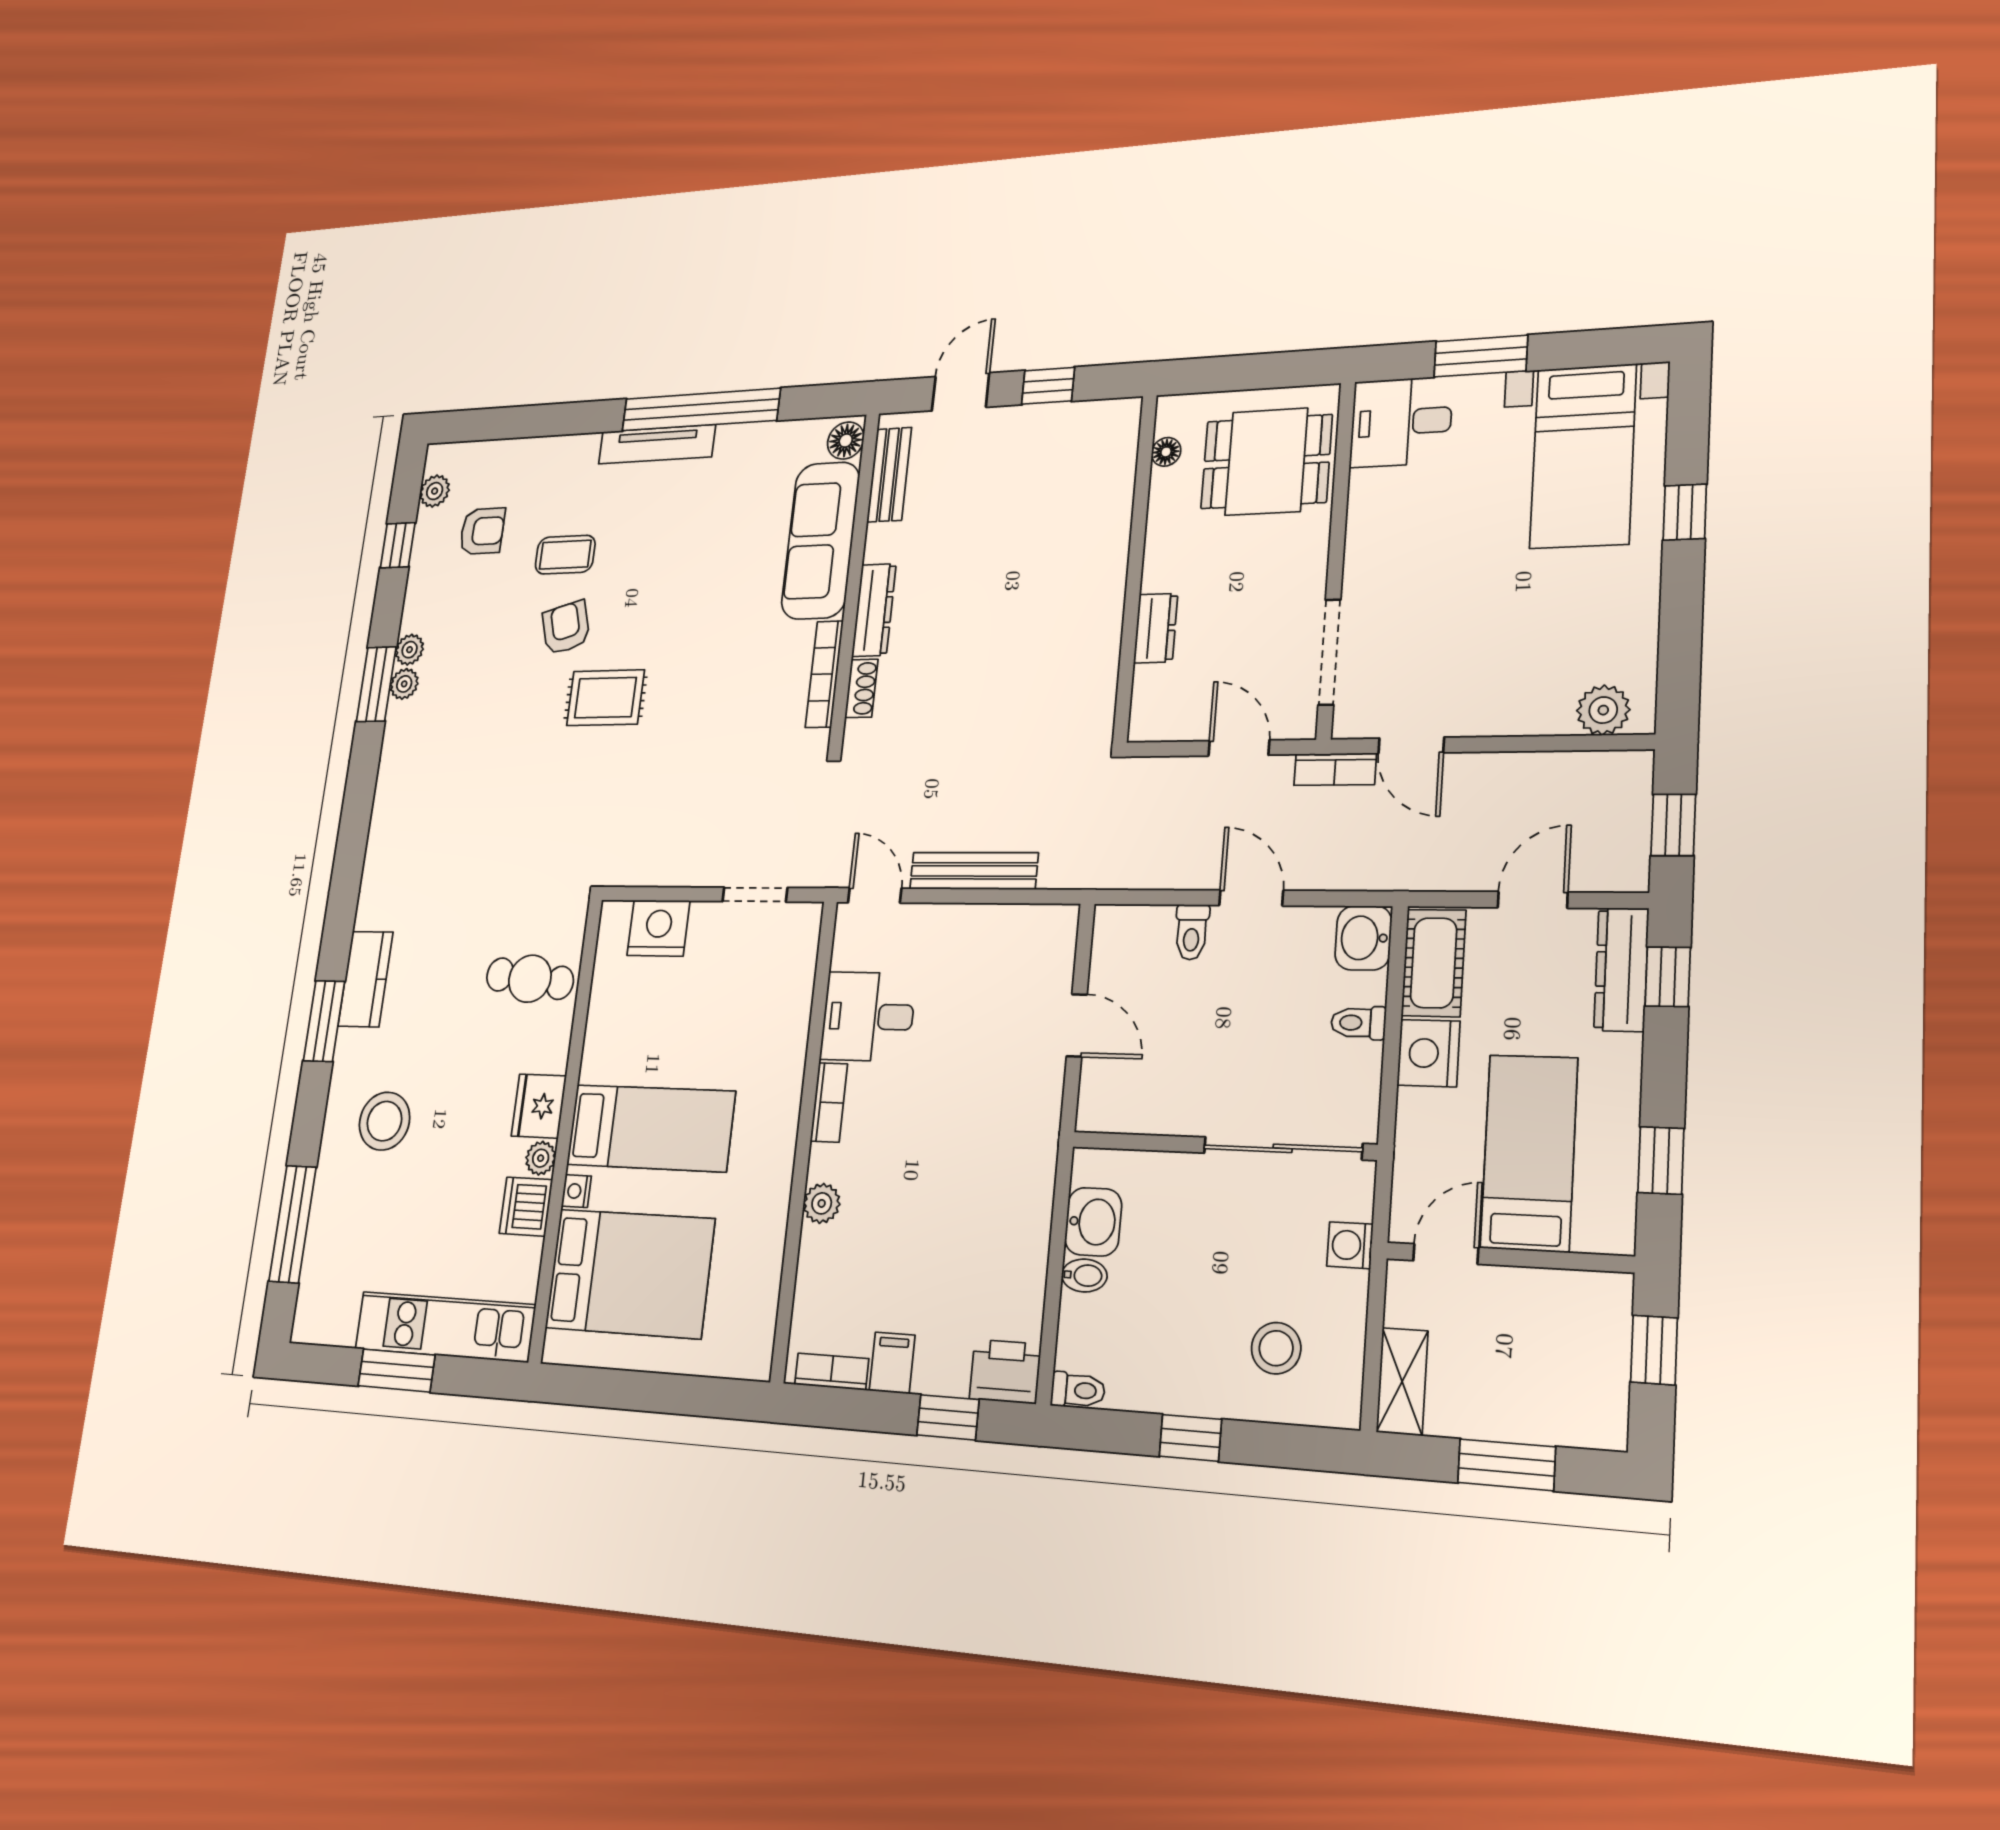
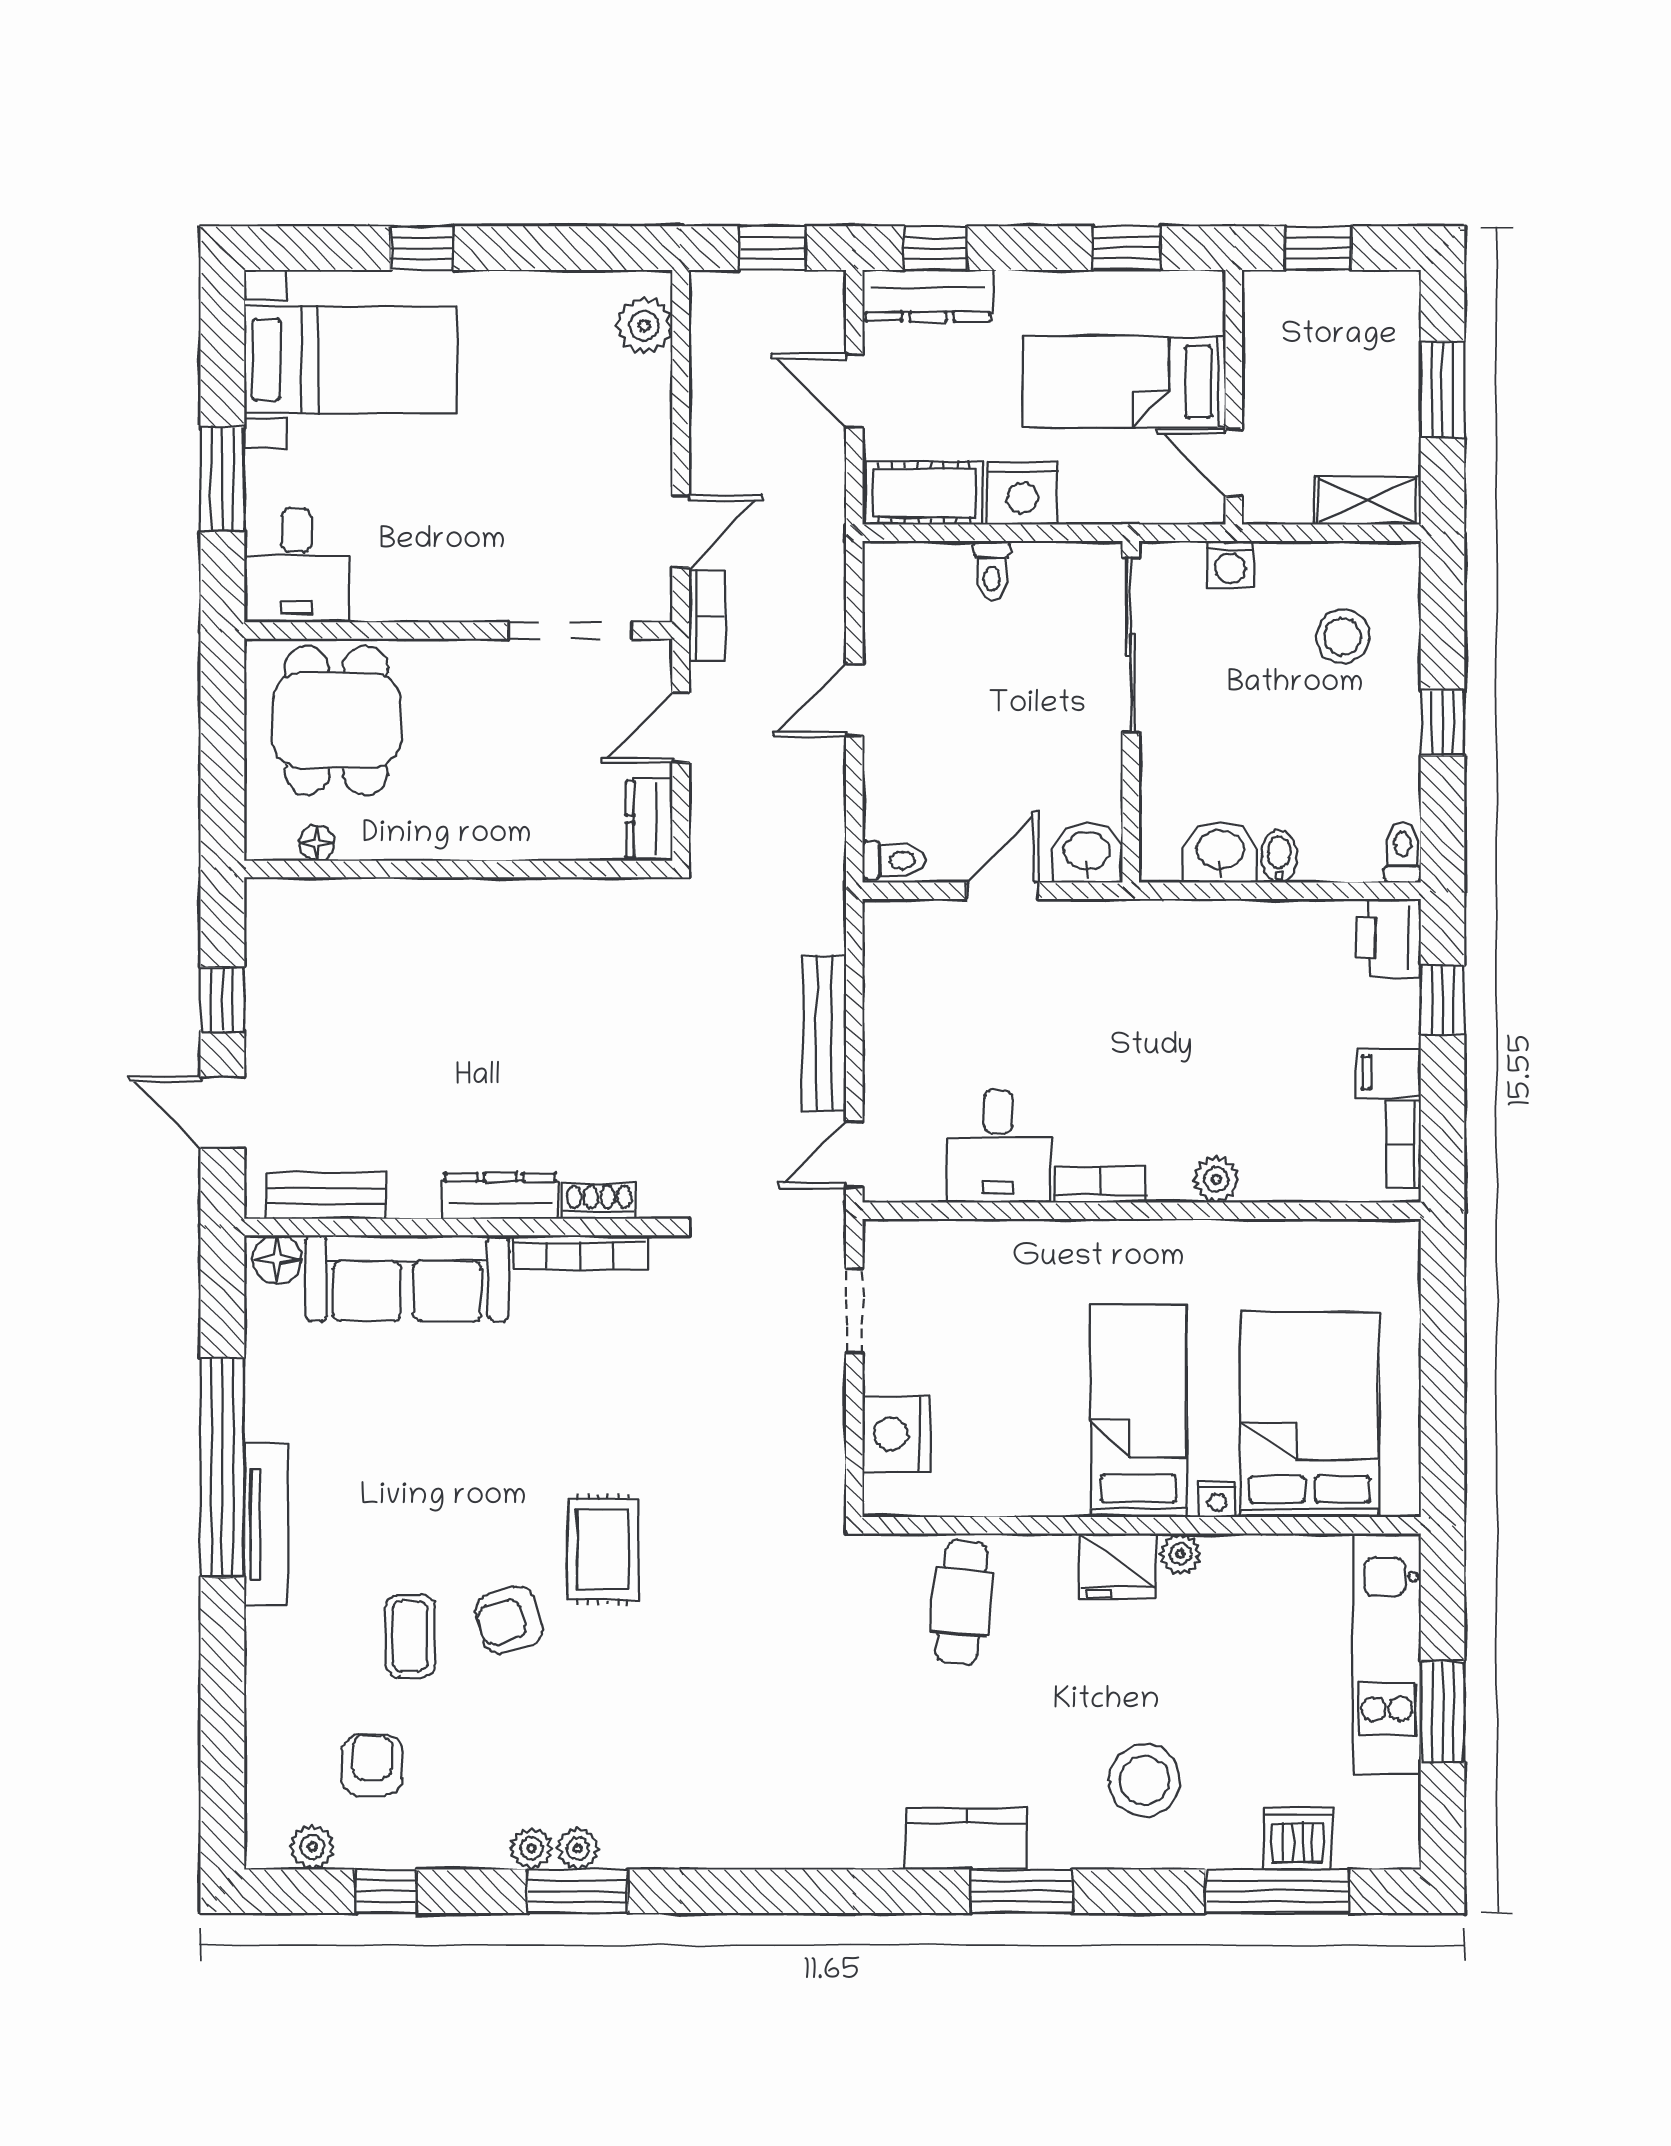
dresser: (1156, 628) -> (649, 819), moved, turned -90
toilet: (1192, 932) -> (894, 860), moved
washbasin: (1363, 938) -> (1087, 853), moved, turned 180
dishwasher: (526, 1207) -> (1298, 1838), moved, turned 180

